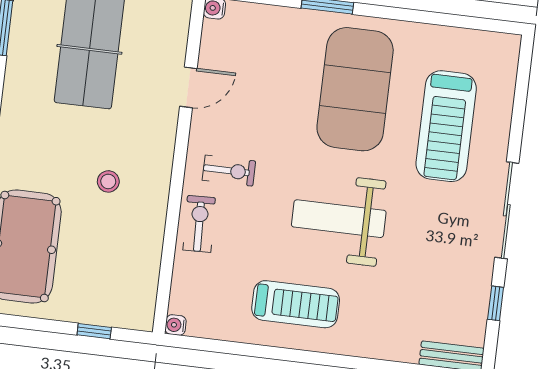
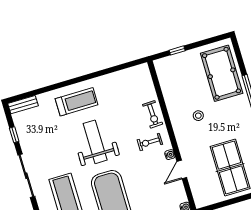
weight bench: (339, 219) -> (95, 142), turned -90
treadmill: (296, 304) -> (77, 102), moved, turned 180
water cooler: (176, 325) -> (170, 155), moved

